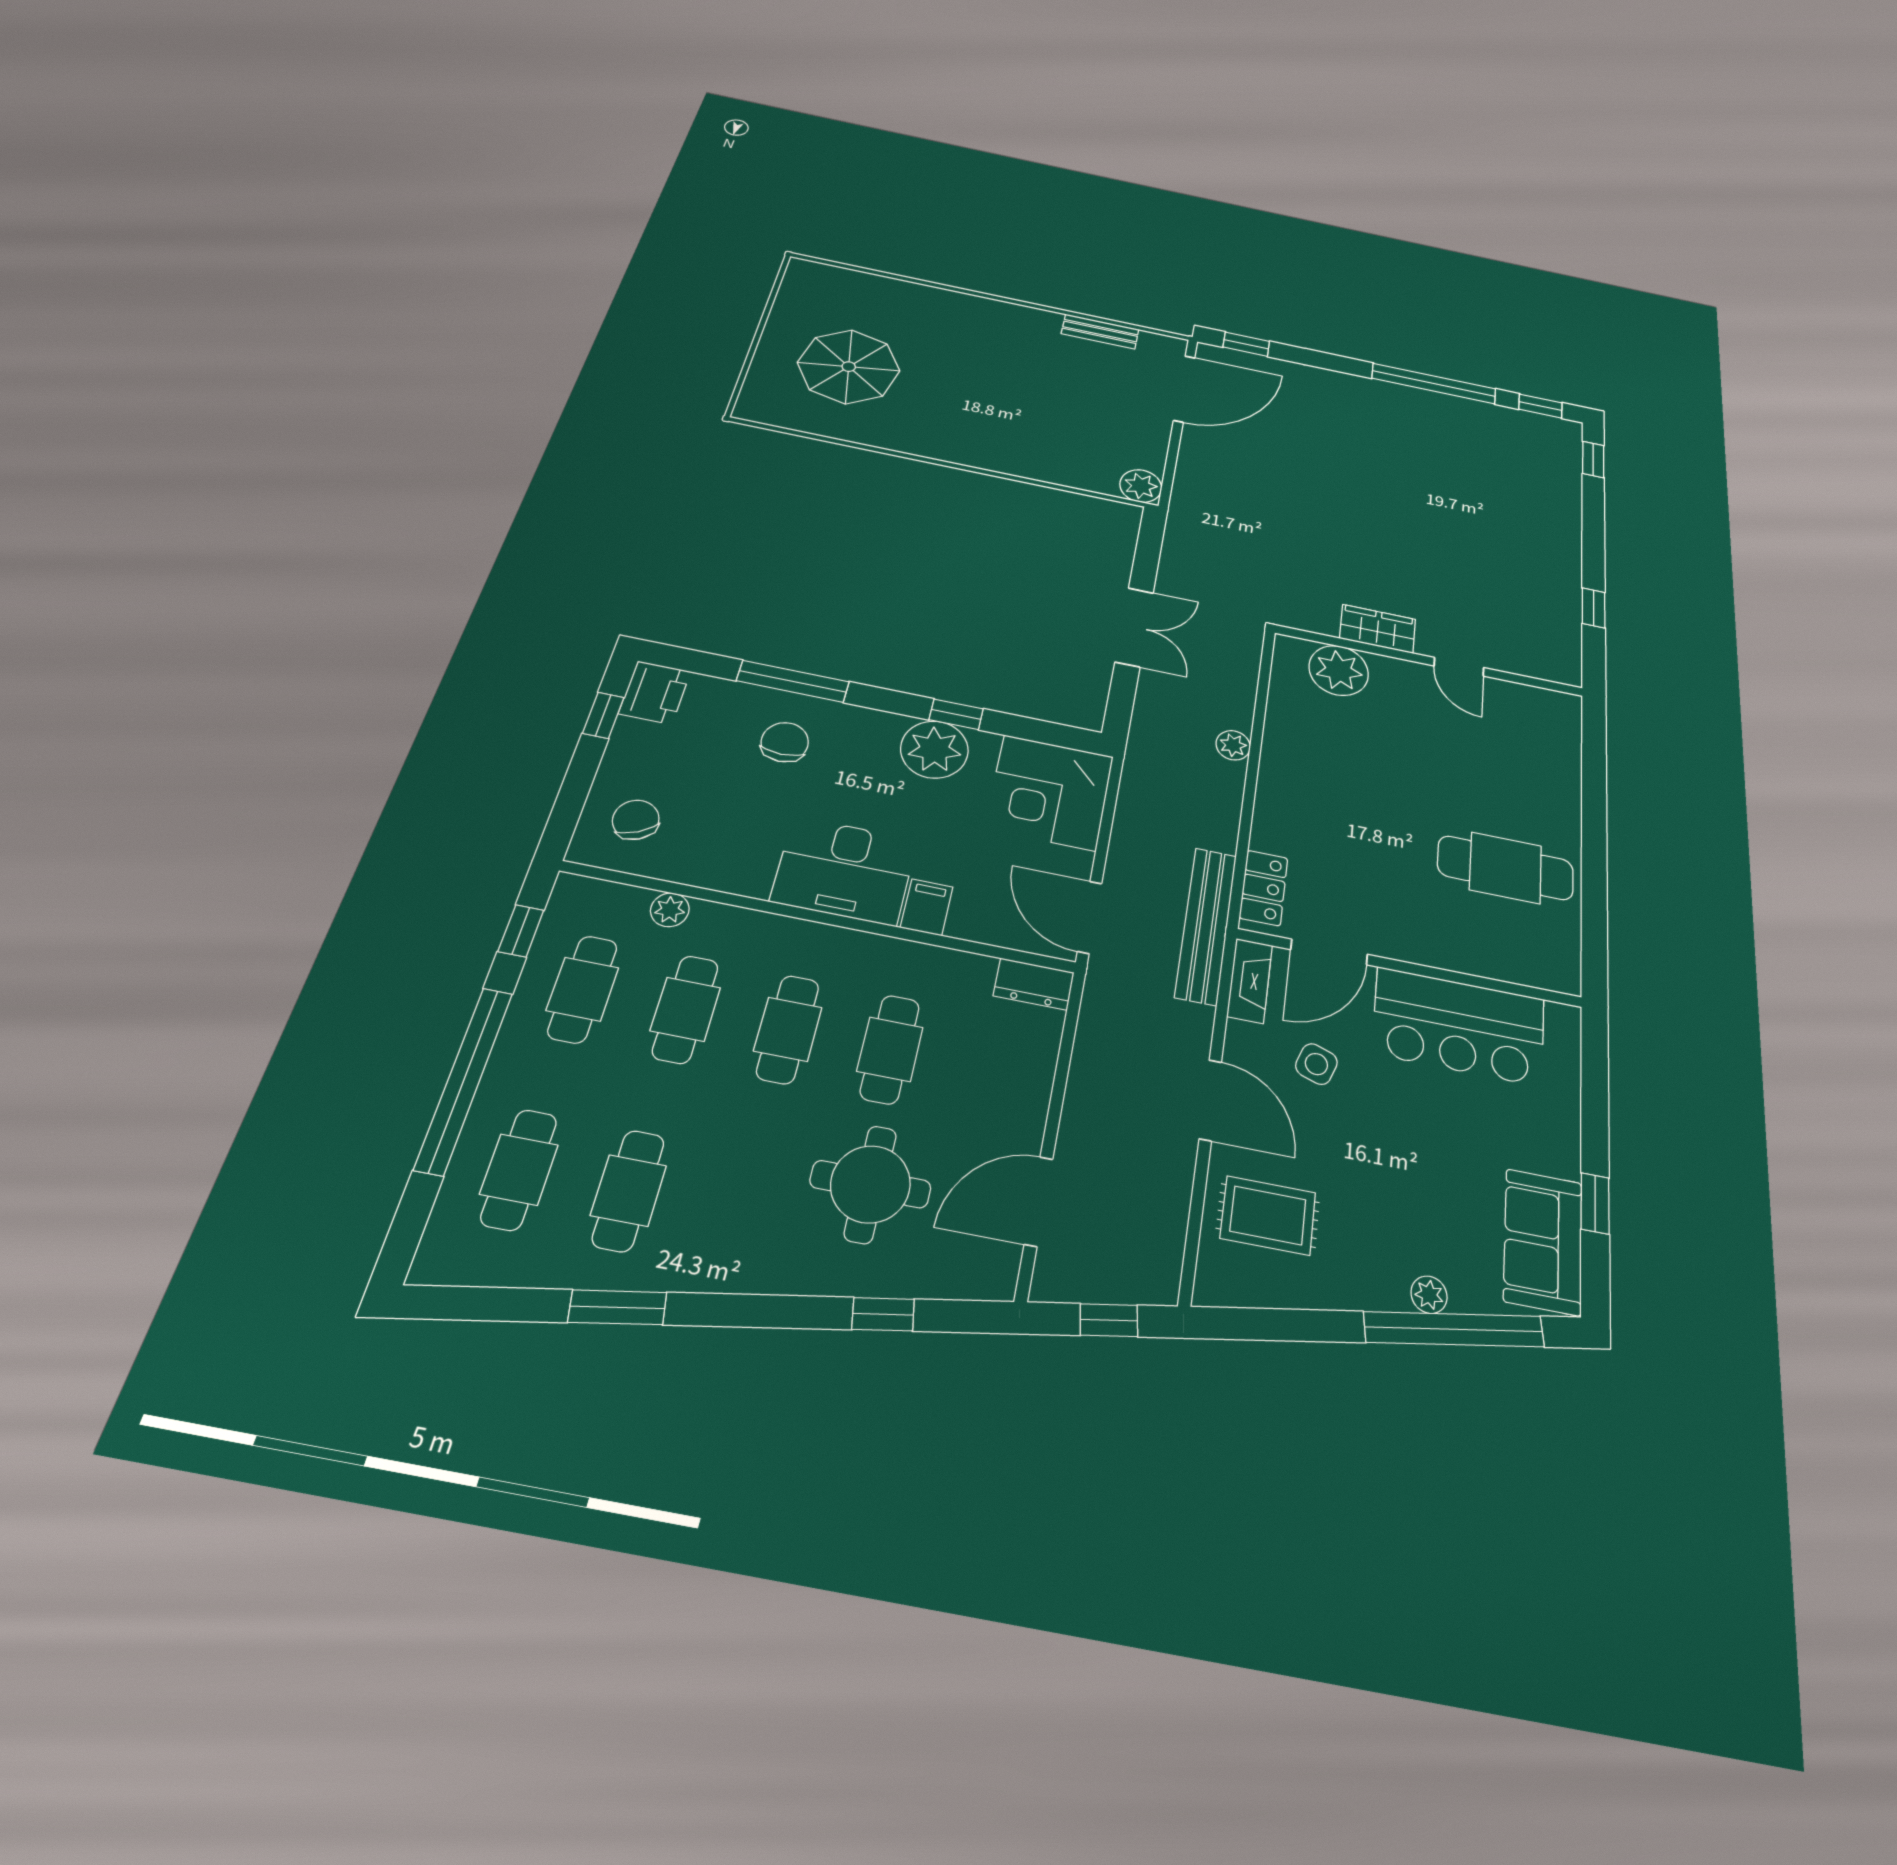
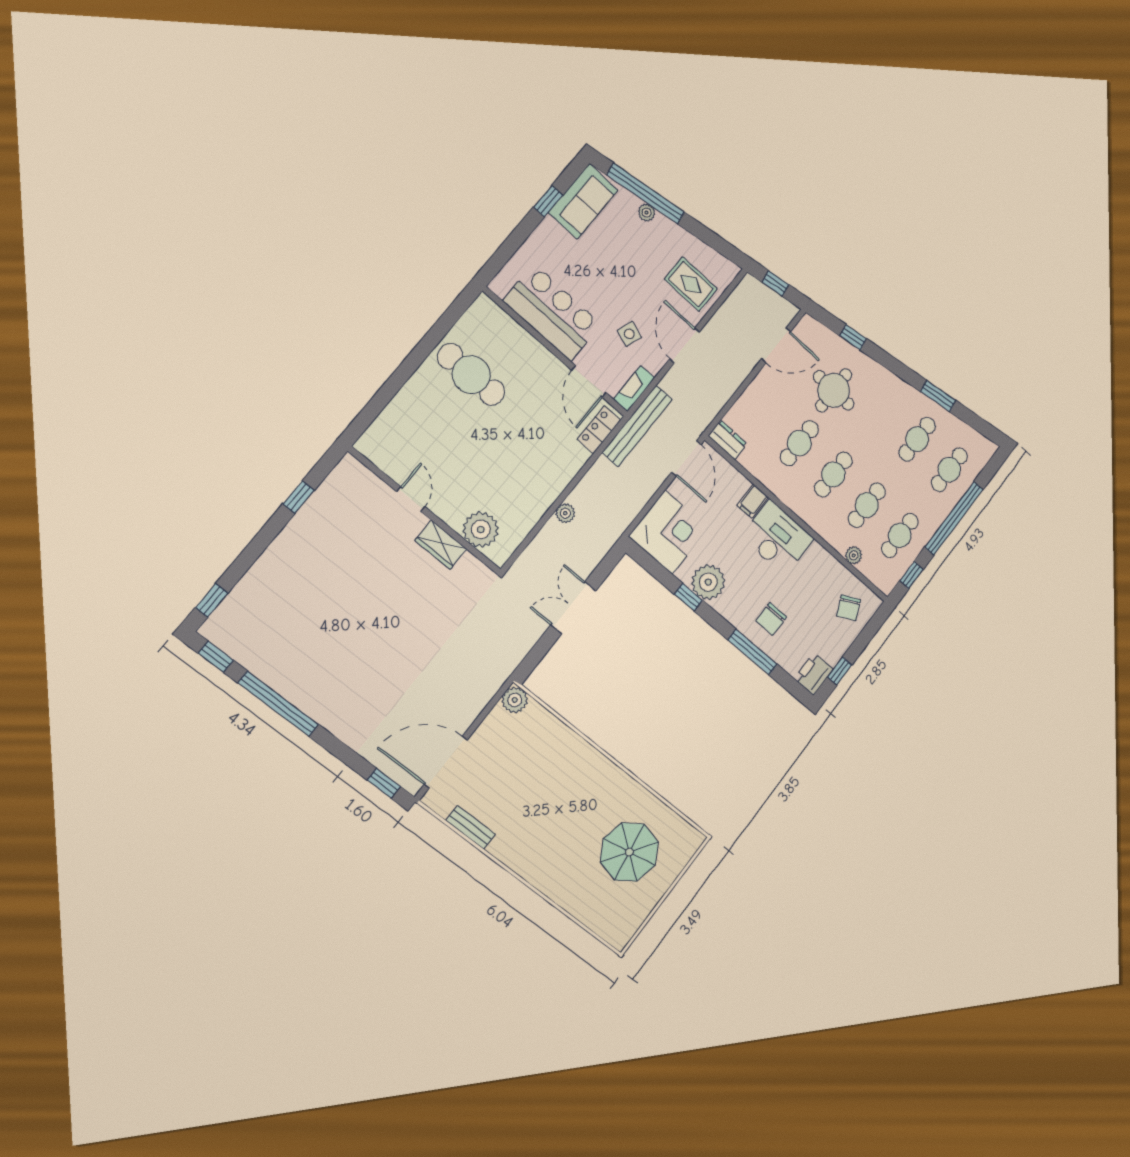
door: (1329, 952) -> (589, 381), swing flipped

